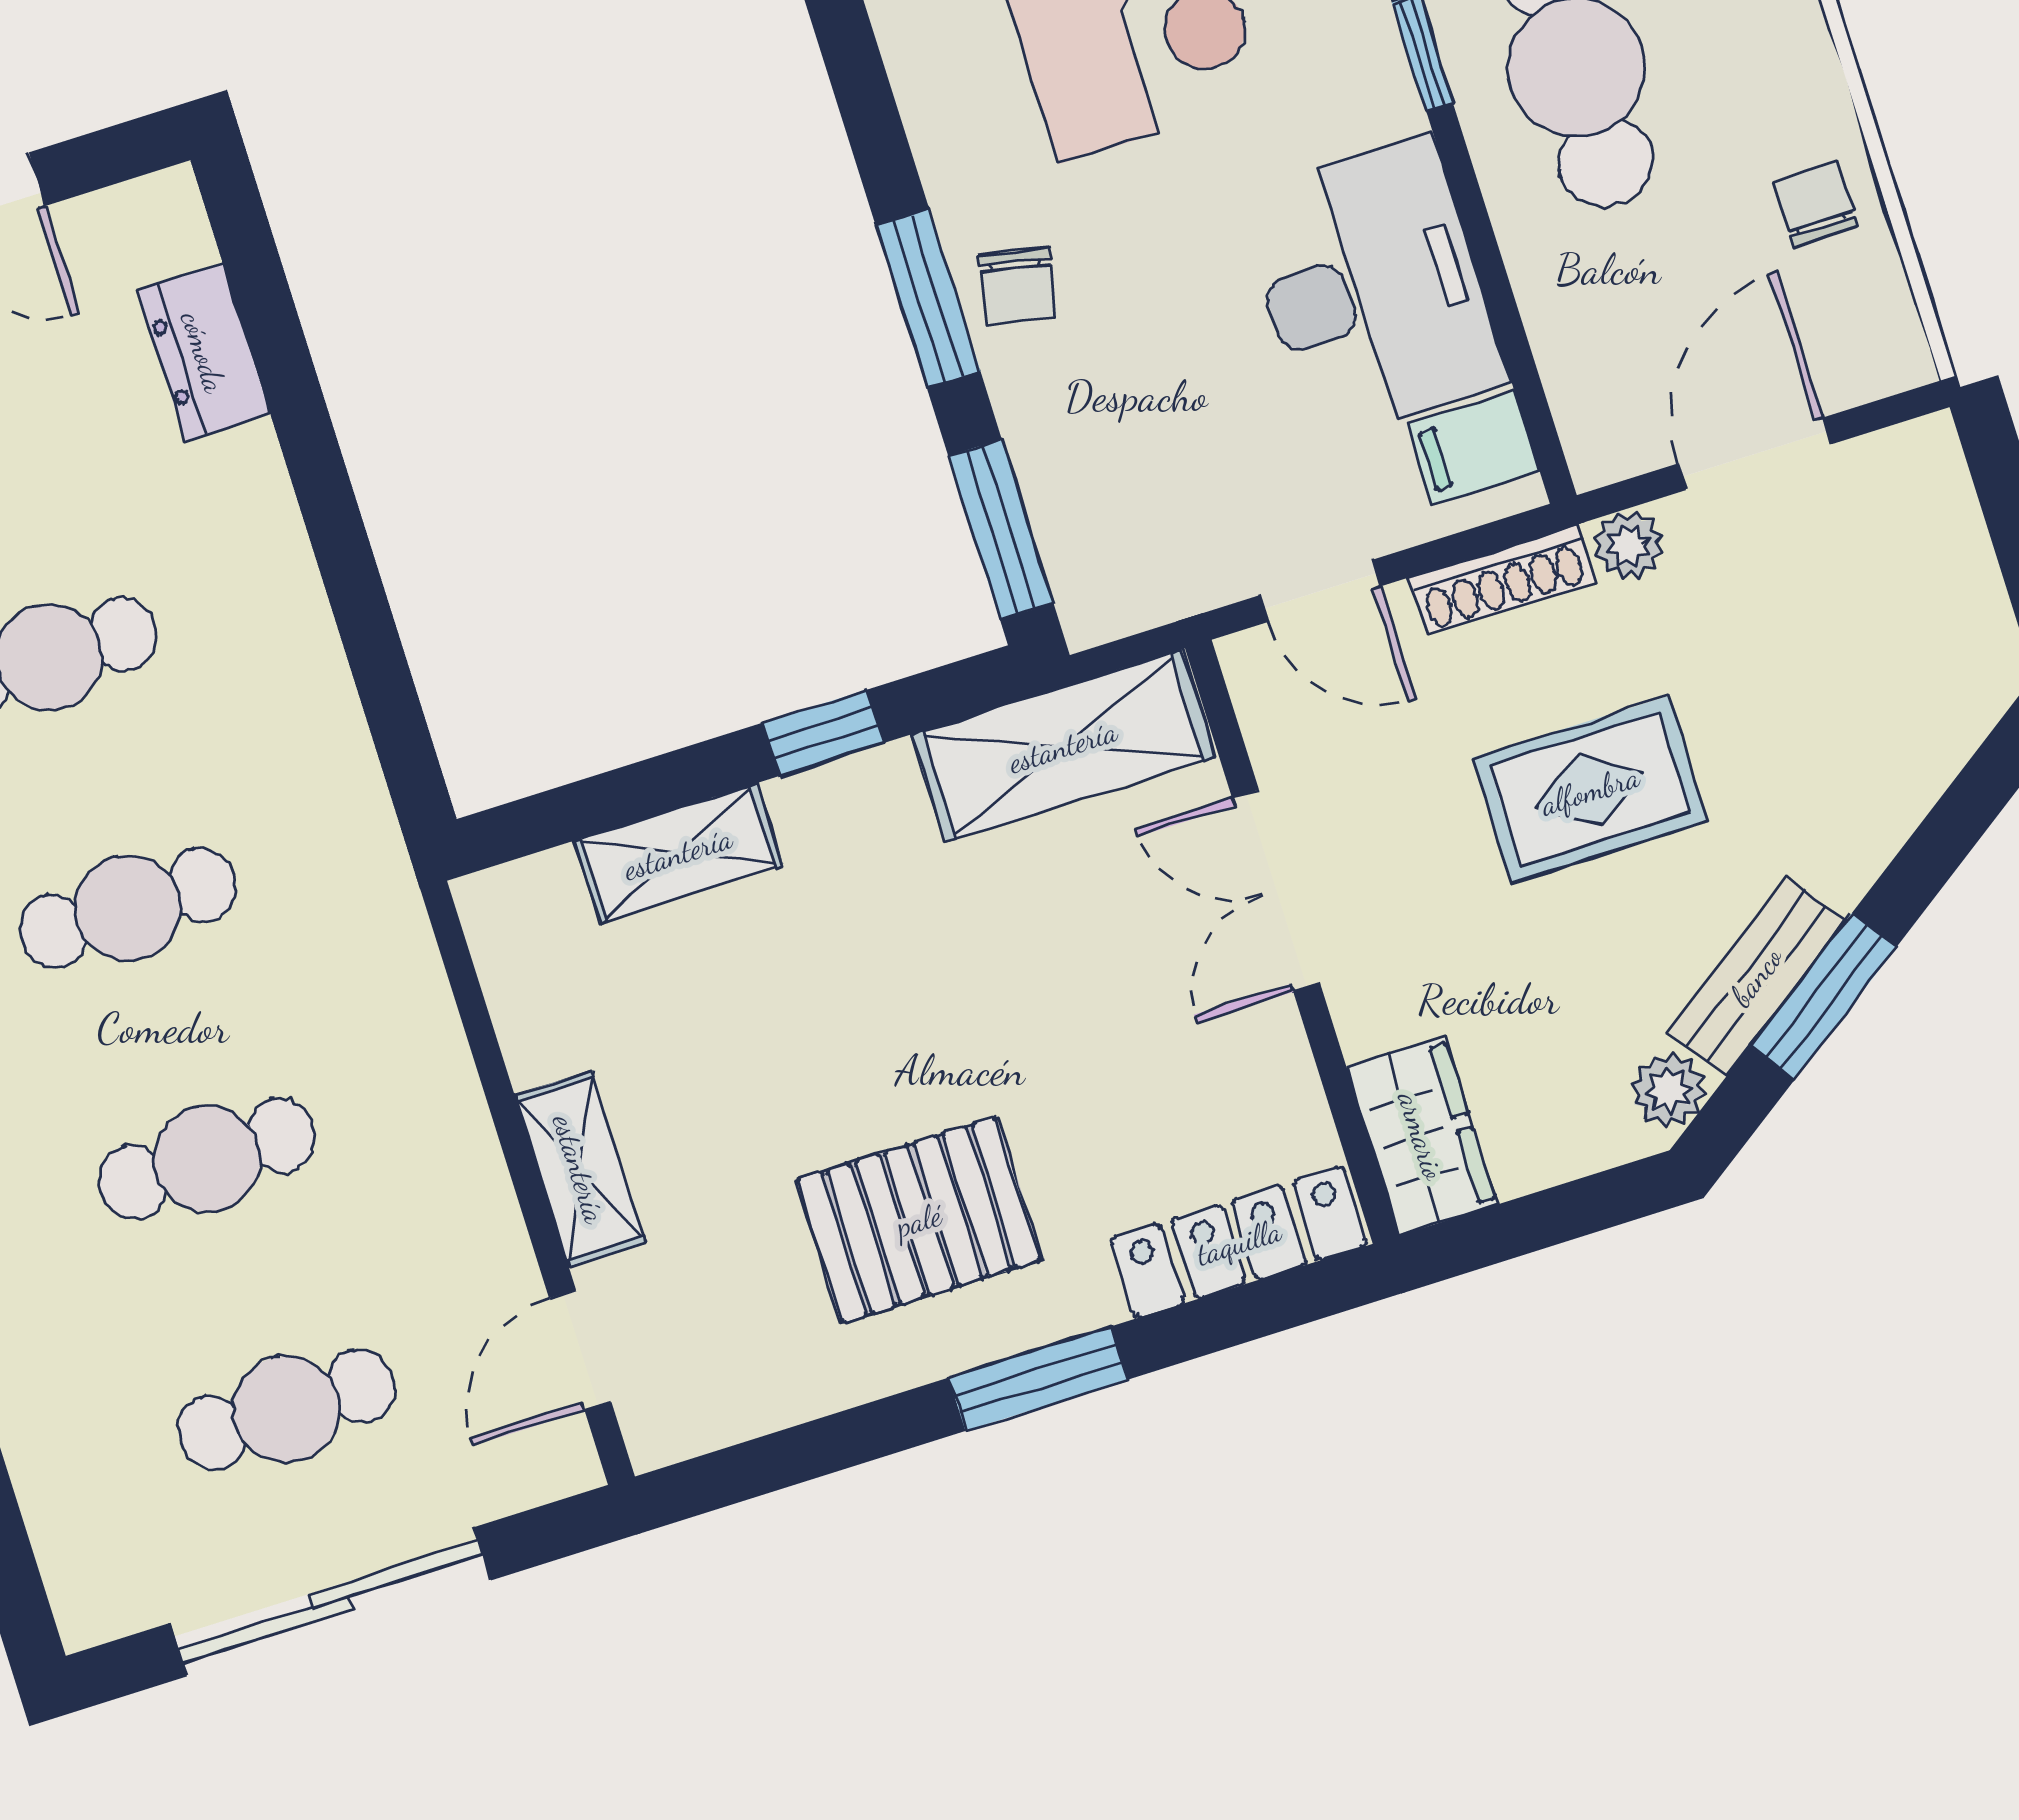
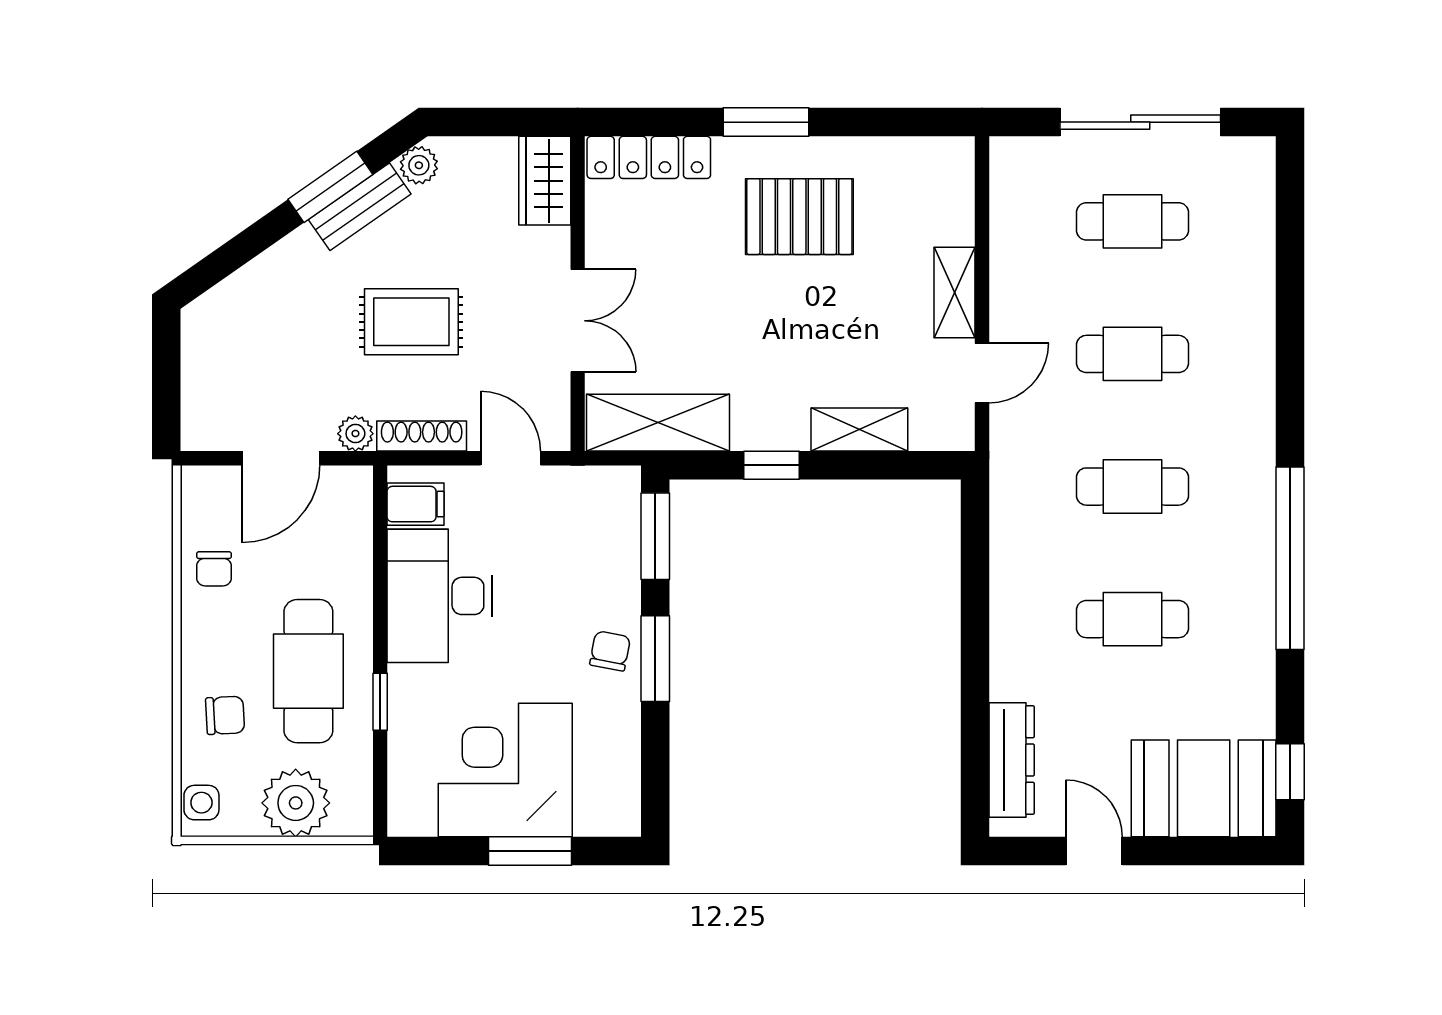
dresser: (204, 352) -> (1012, 760), width x1.44
door: (580, 1350) -> (982, 373), moved

